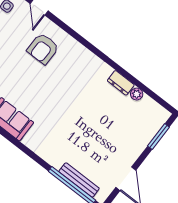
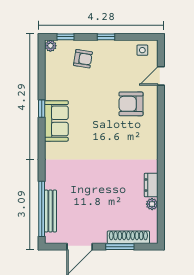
shoe rack: (149, 134) -> (128, 237), added
window: (158, 137) -> (120, 247), moved

